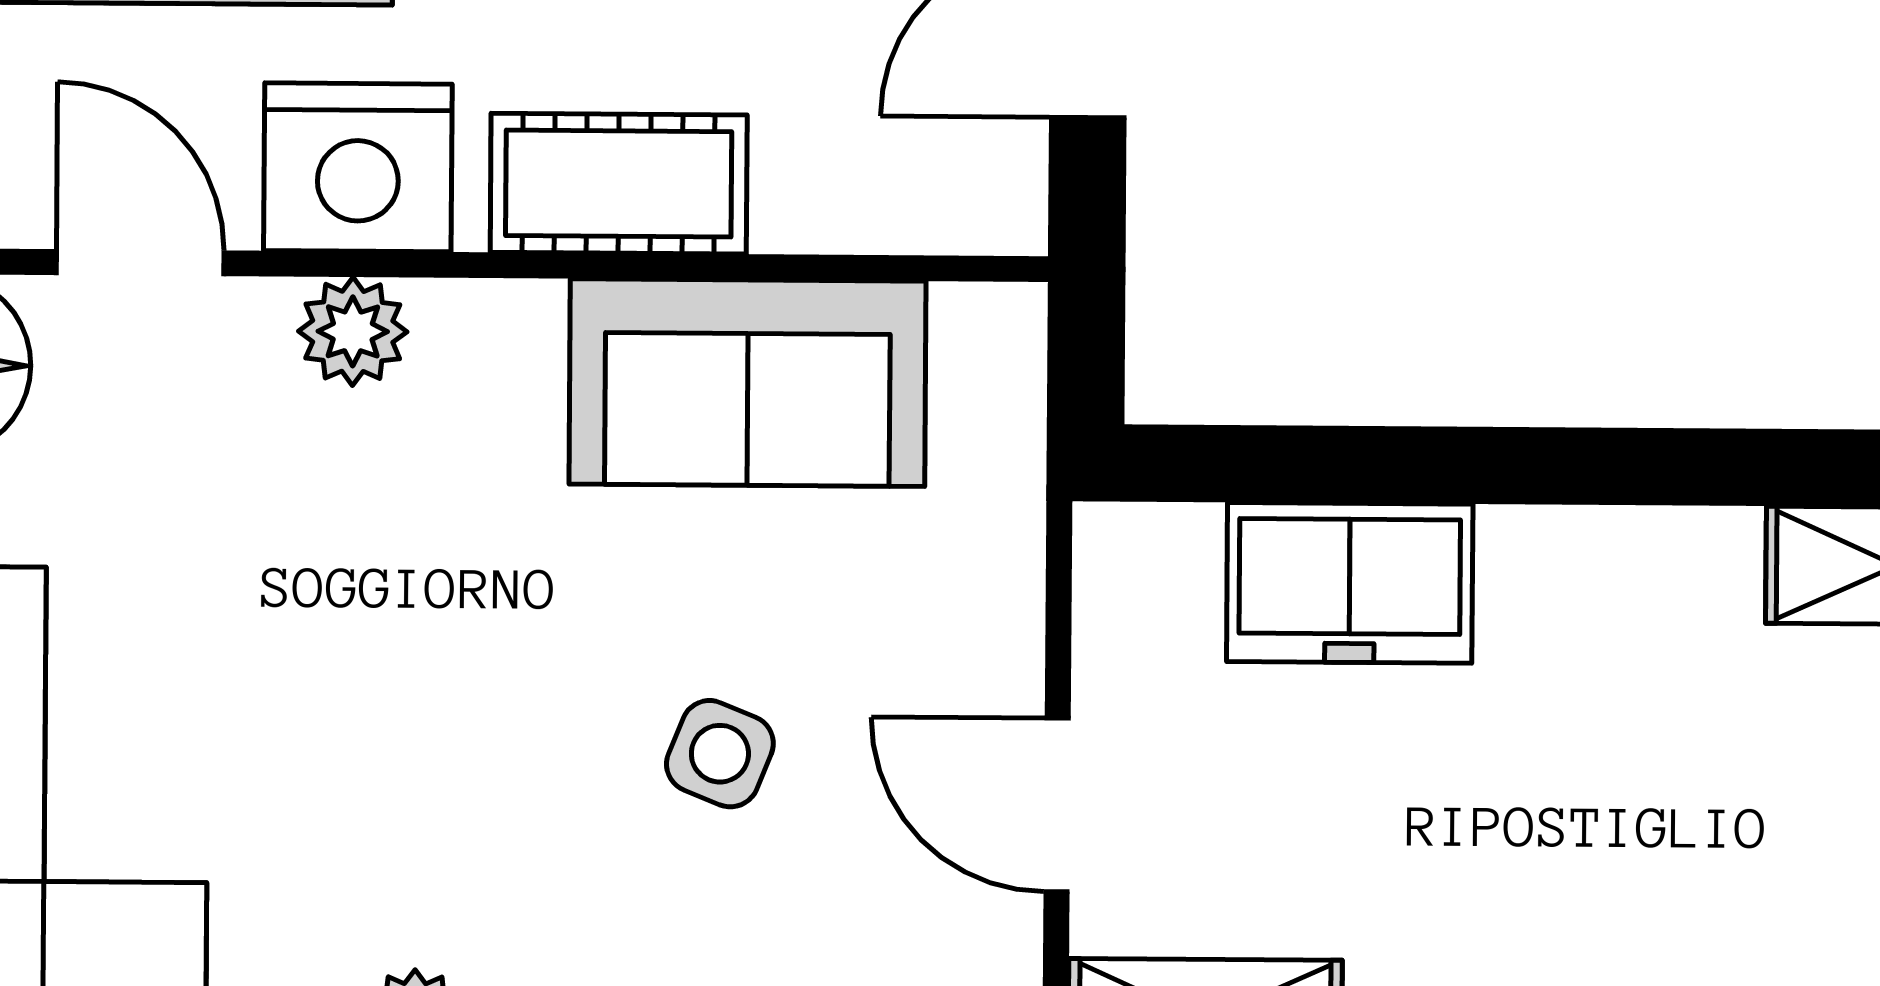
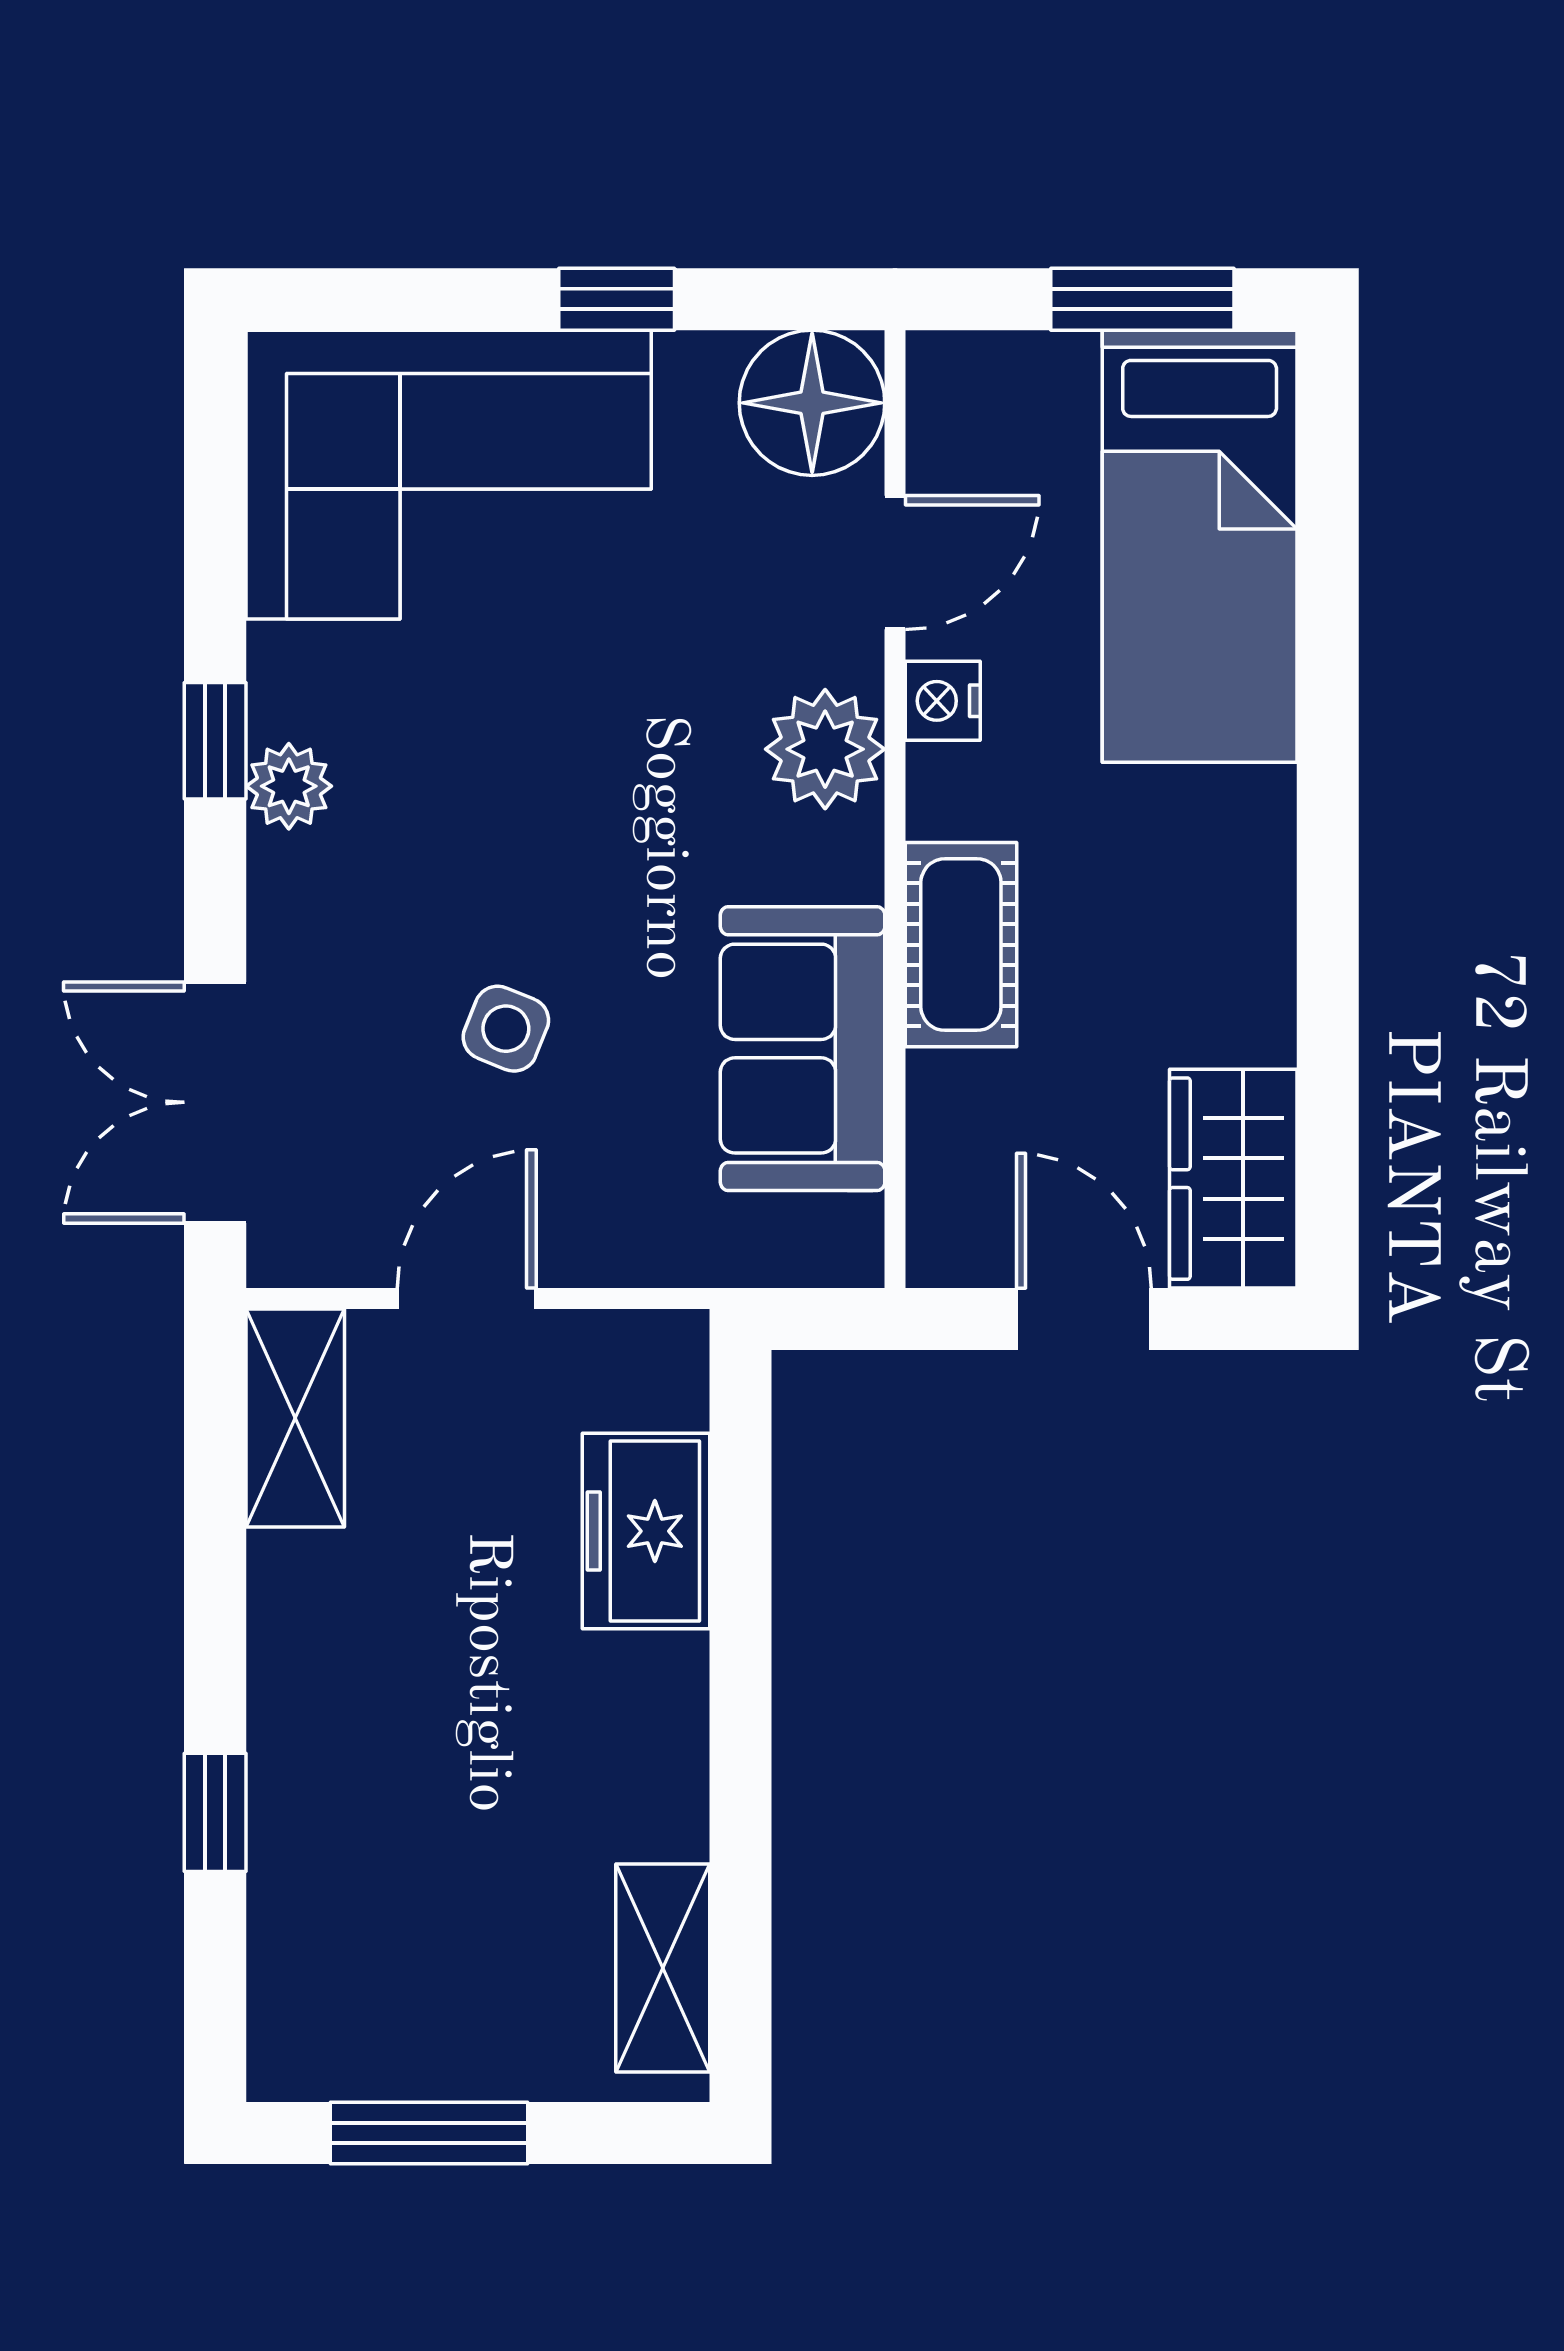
nightstand: (358, 167) -> (943, 701), width x0.53, depth x0.56
plant: (353, 331) -> (825, 749), width x1.38, depth x1.38

